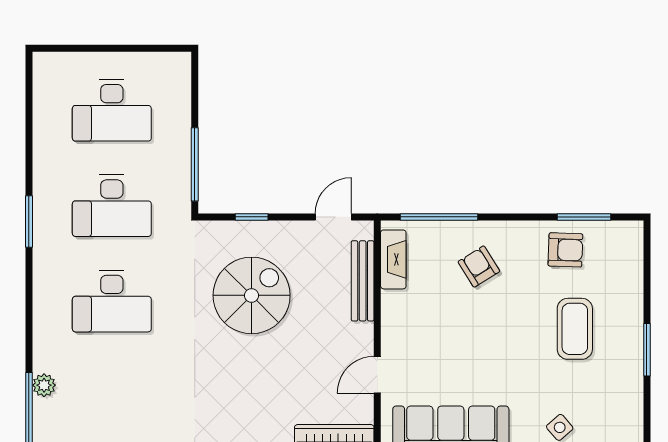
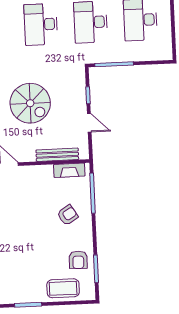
door: (333, 217) -> (89, 123), moved
spiral stairs: (252, 295) -> (30, 103), moved
coffee table: (575, 329) -> (63, 288), moved

